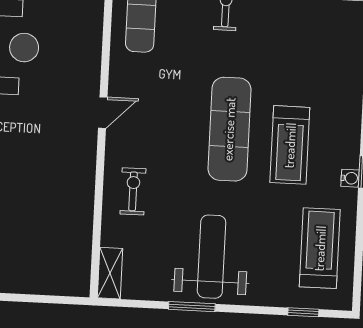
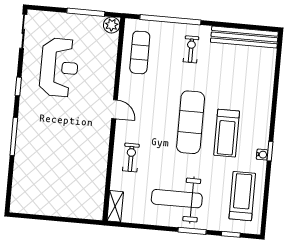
door: (103, 113) -> (115, 109), hinge flipped
weight bench: (212, 257) -> (177, 199), turned -90
window: (192, 307) -> (192, 231), moved

